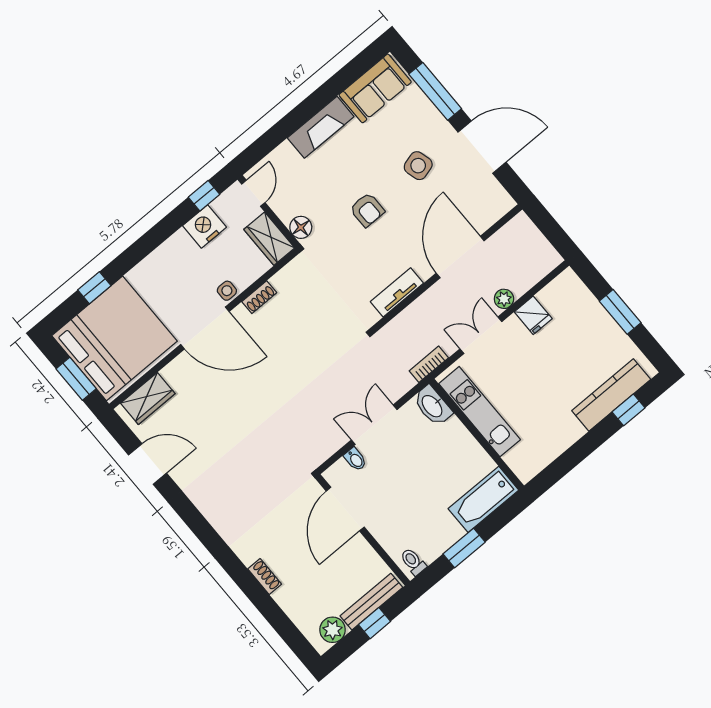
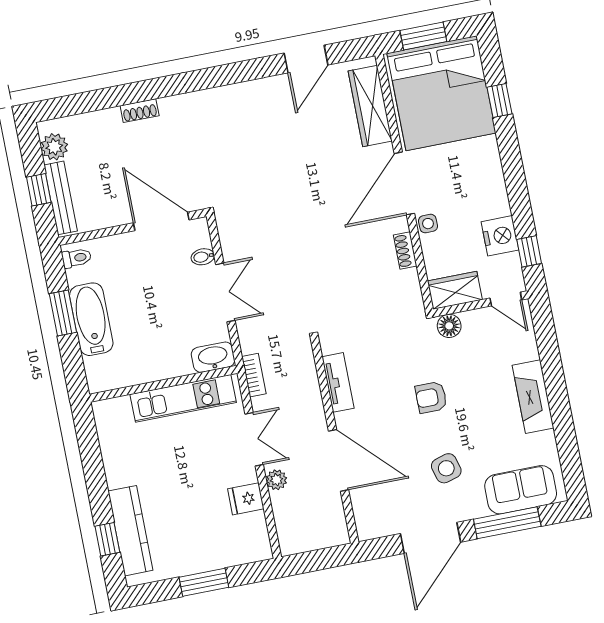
sofa: (375, 88) -> (521, 490), moved, turned 90
wardrobe: (148, 398) -> (370, 106), width x1.50
bathtub: (483, 499) -> (91, 319), moved

